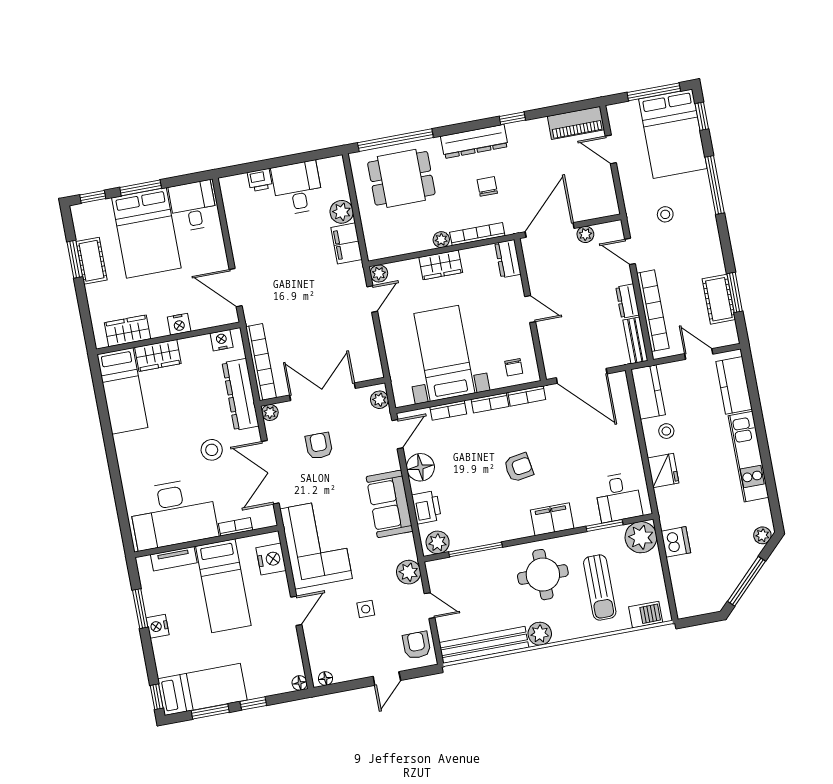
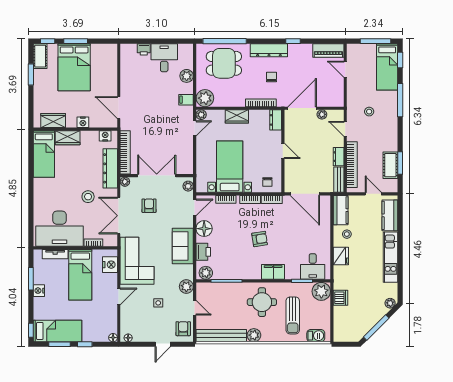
bed: (673, 134) -> (387, 67), width x0.67
desk: (193, 206) -> (103, 57), removed
plant: (441, 240) -> (205, 98), moved, width x1.87, depth x1.87
filing cabinet: (347, 243) -> (186, 100), width x0.50
cot: (91, 261) -> (40, 56), moved

